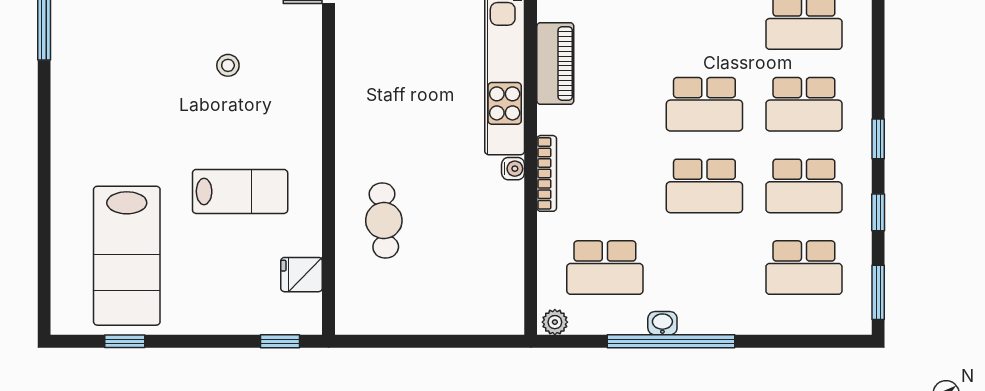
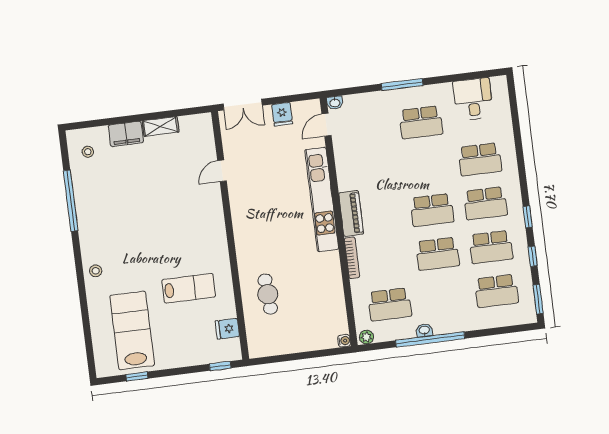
piano: (555, 64) -> (351, 213), moved
stool: (228, 65) -> (96, 271), moved
water cooler: (513, 169) -> (344, 341), moved
lab bench: (127, 256) -> (132, 330), turned 180

